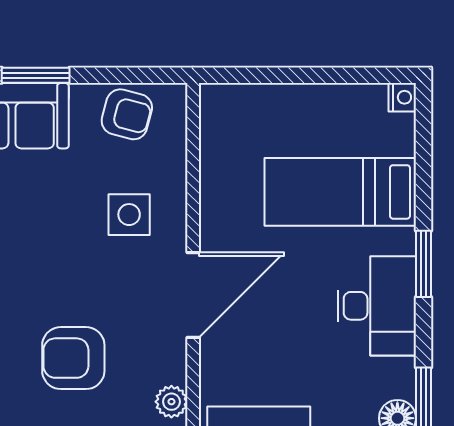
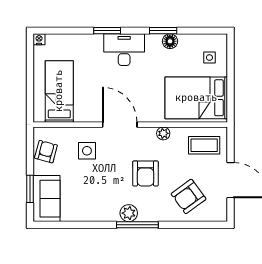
bed: (340, 192) -> (59, 91), moved, turned 180

